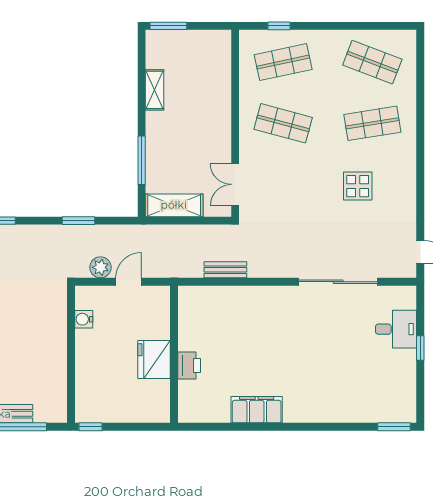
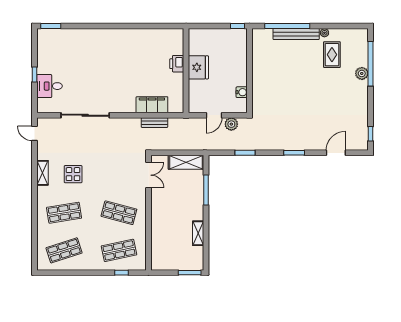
shop shelf: (372, 62) -> (64, 250), turned -39
shelving: (407, 188) -> (43, 173), added
filing cabinet: (257, 410) -> (152, 105), moved, turned 180

